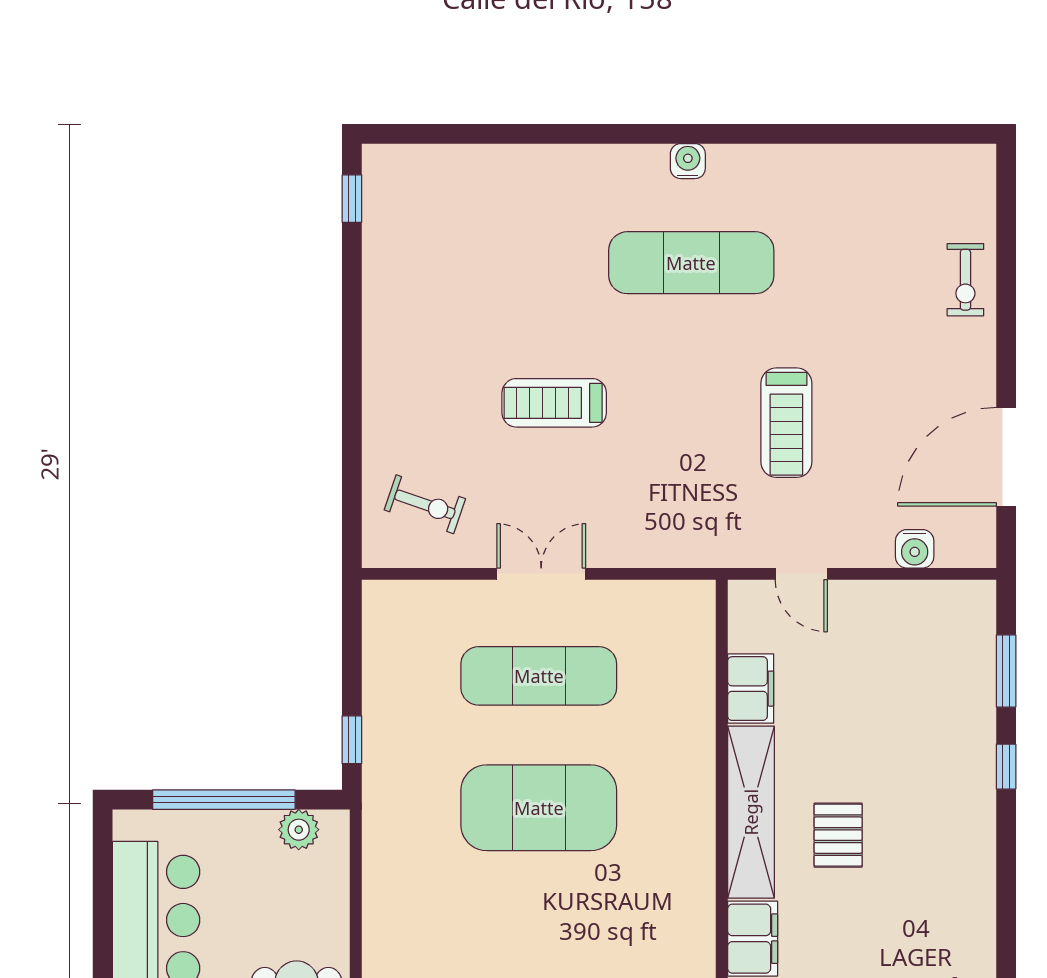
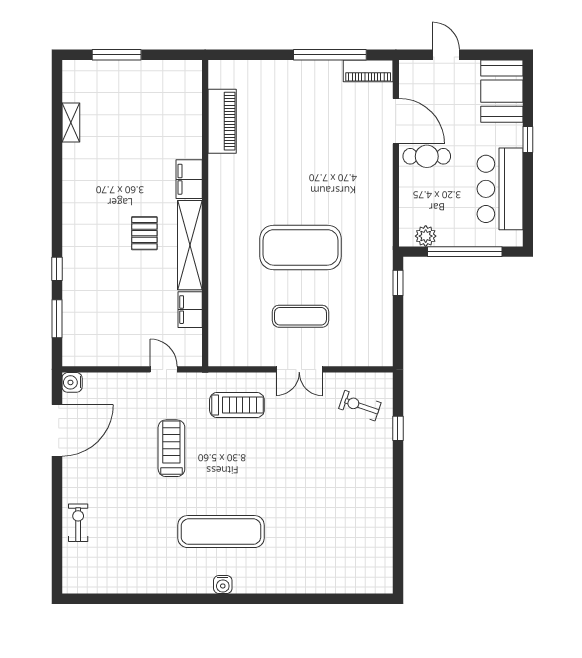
window: (352, 199) -> (398, 428), moved
treadmill: (554, 403) -> (237, 405), moved
water cooler: (915, 549) -> (72, 382), moved, turned -90
exercise mat: (539, 676) -> (301, 316), width x0.73, depth x0.69

